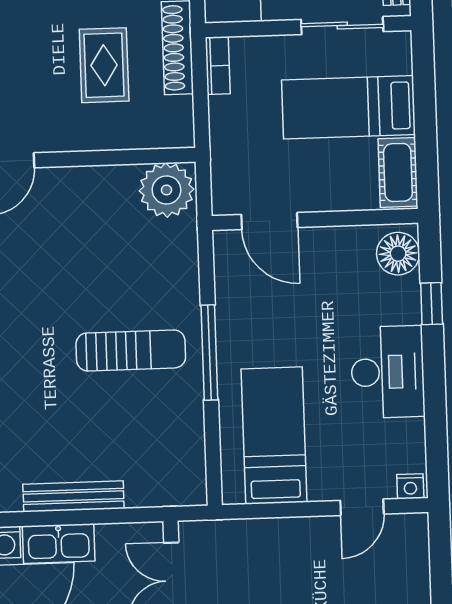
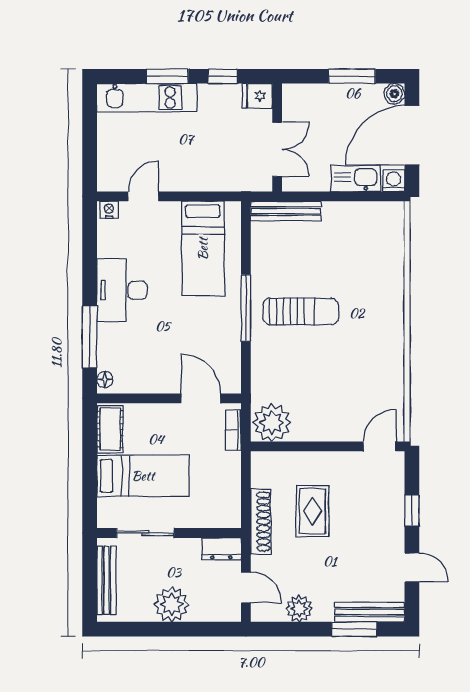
bookcase: (218, 66) -> (233, 430), moved
floor lamp: (398, 254) -> (105, 380), width x0.53, depth x0.53
window: (432, 304) -> (90, 337), width x2.17
sun lounger: (131, 350) -> (301, 311), turned 180
bench: (73, 496) -> (286, 211), moved

